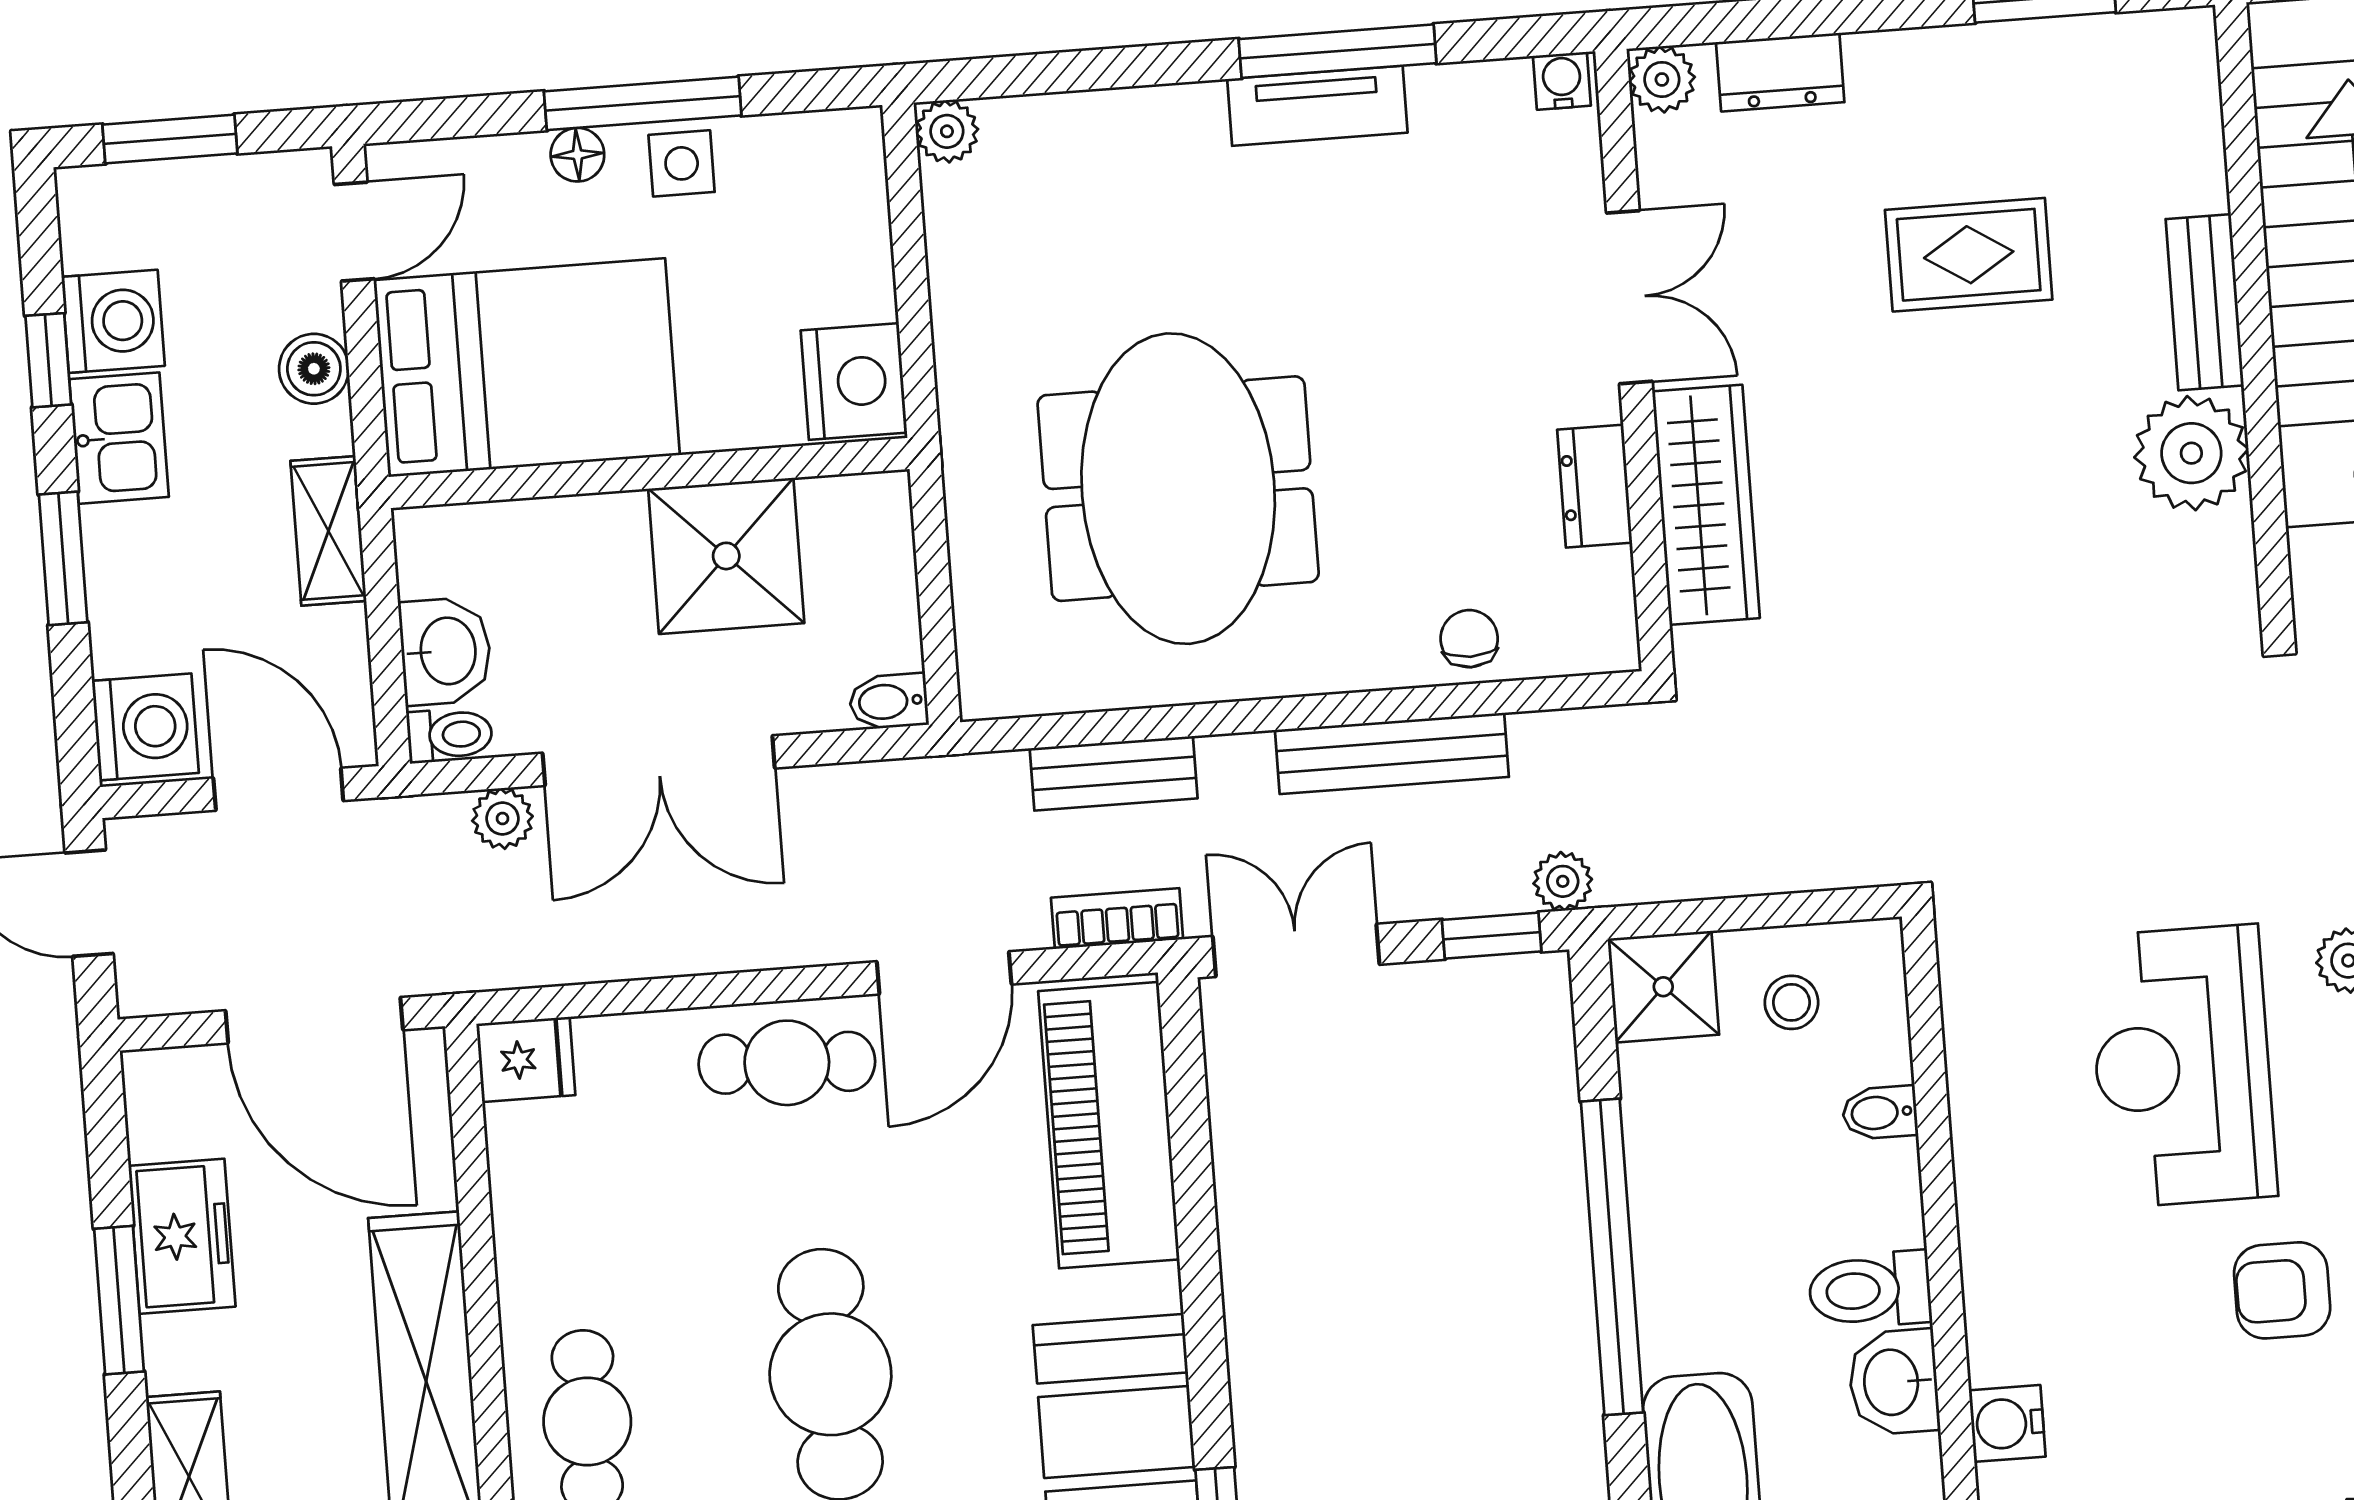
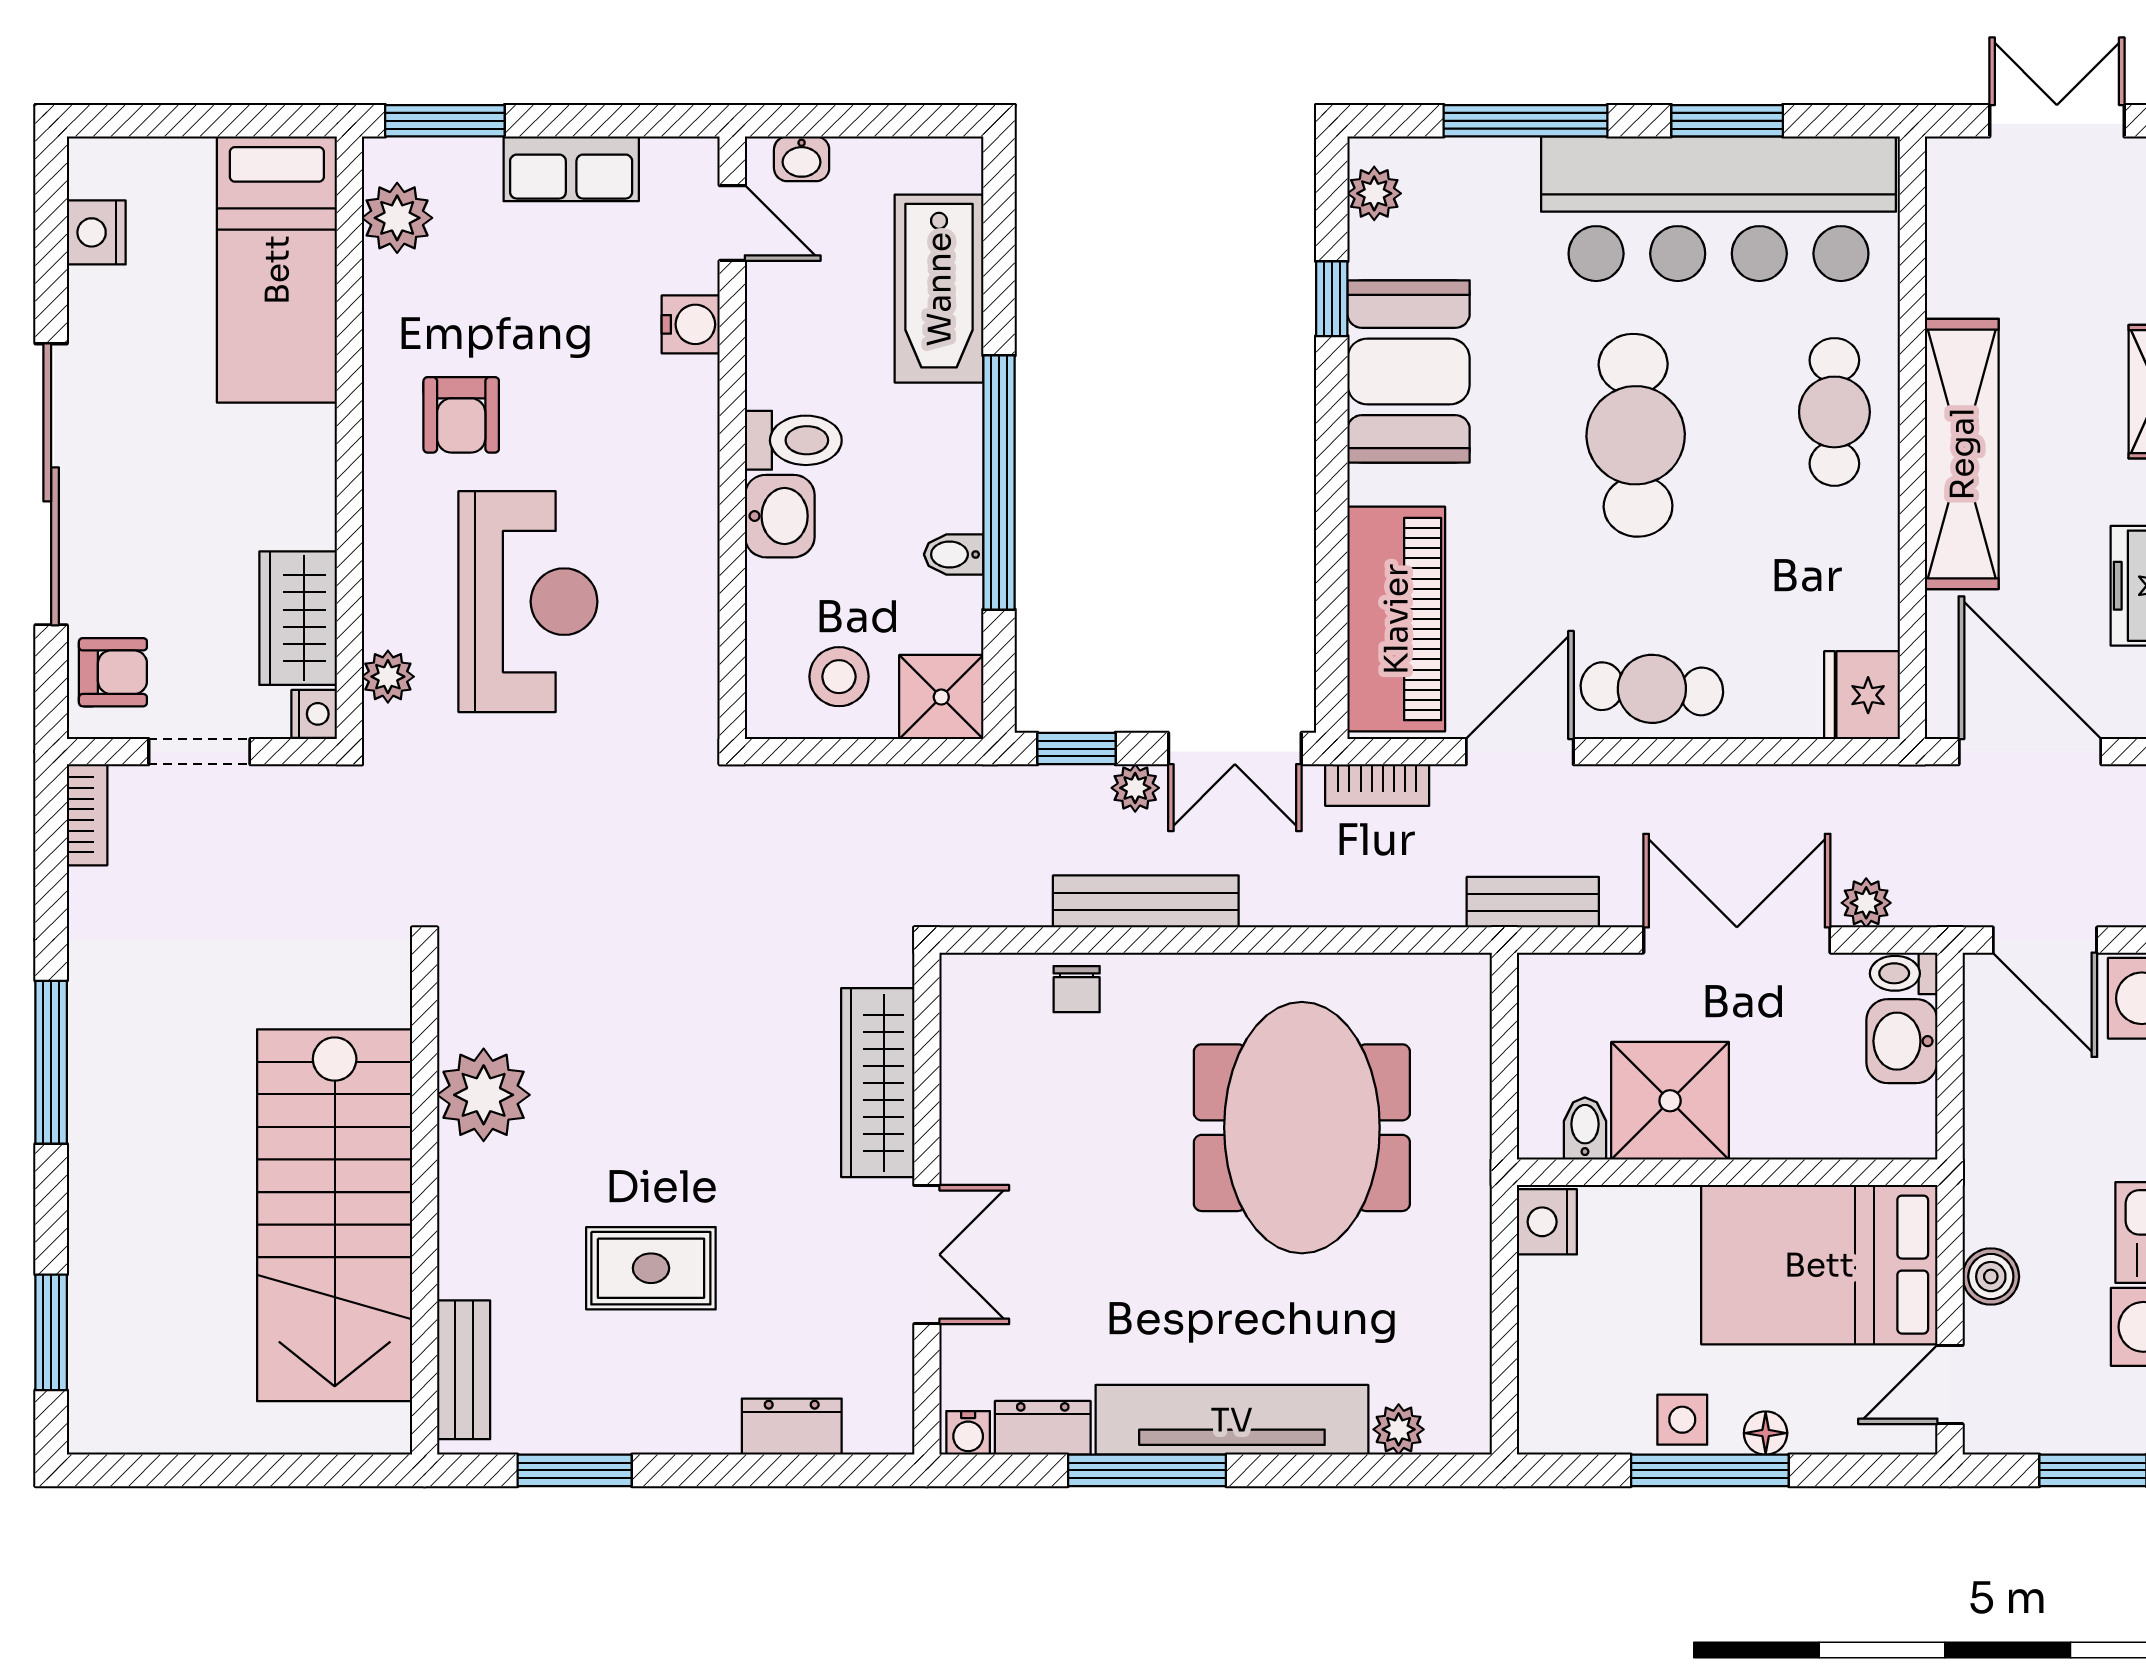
plant: (1662, 79) -> (887, 1428), removed
tv unit: (1317, 106) -> (1232, 1420), width x1.92, depth x1.29
plant: (947, 131) -> (1399, 1429), moved
double door: (1629, 297) -> (927, 1255), swing flipped
bench: (2205, 302) -> (464, 1370), moved
nightstand: (854, 382) -> (1547, 1222), width x0.74, depth x0.75
dresser: (1595, 486) -> (1043, 1428), moved, turned -90
shelving: (328, 531) -> (1989, 1145), removed
bidet: (889, 702) -> (1585, 1129), moved, turned -90
bench: (1114, 773) -> (1533, 902), moved
plant: (1563, 881) -> (1135, 788), moved
stool: (1791, 1002) -> (839, 677), width x1.37, depth x1.37
fridge: (526, 1059) -> (1862, 695), width x1.38
bidet: (1880, 1113) -> (954, 554), moved, turned 180
armchair: (2282, 1290) -> (461, 415), turned 90
washbasin: (1894, 1382) -> (780, 516), moved

